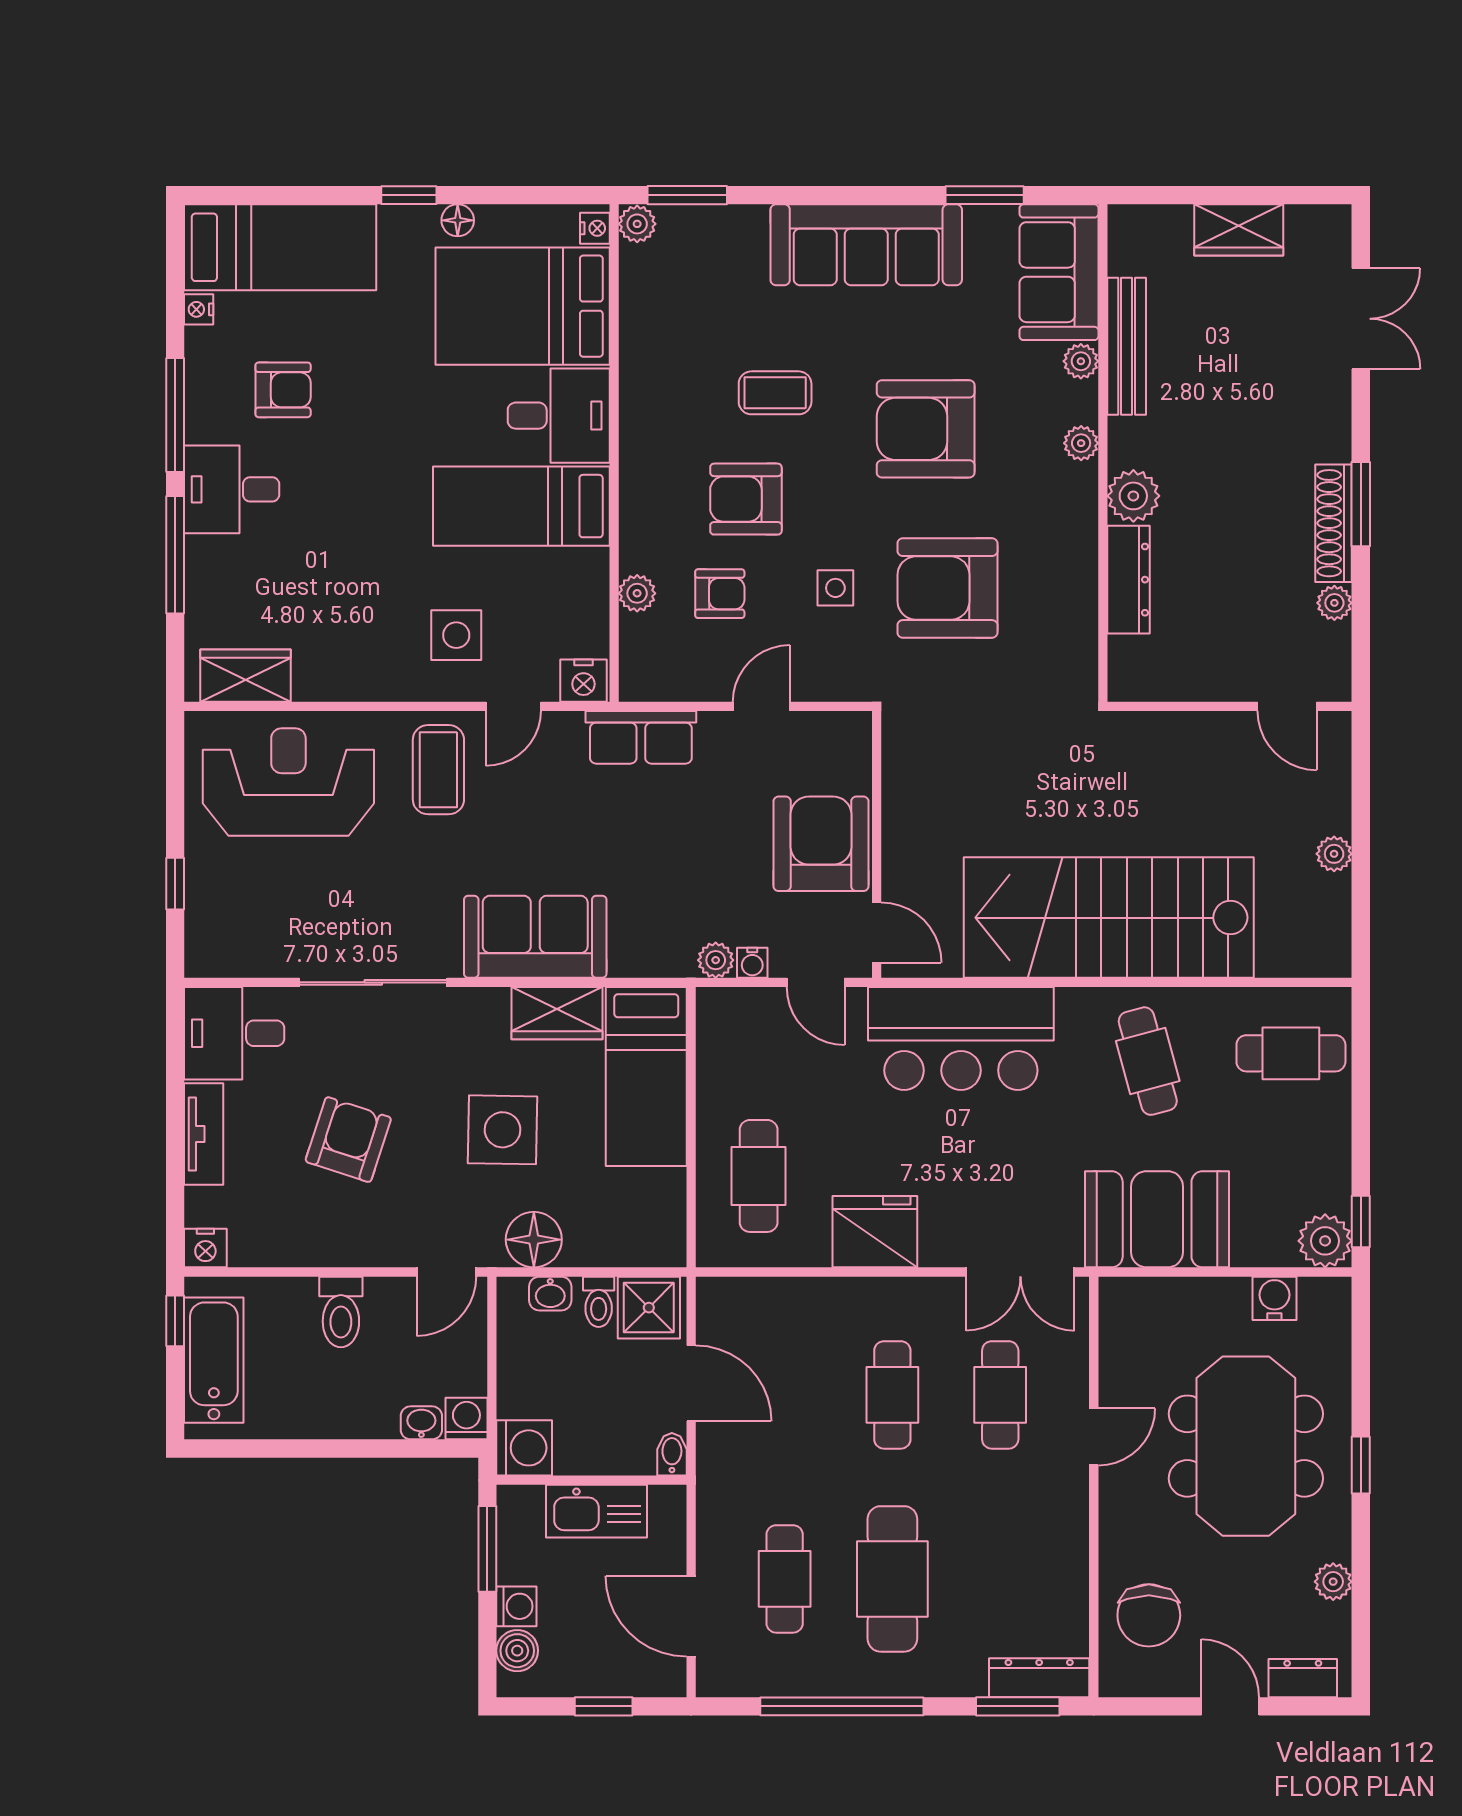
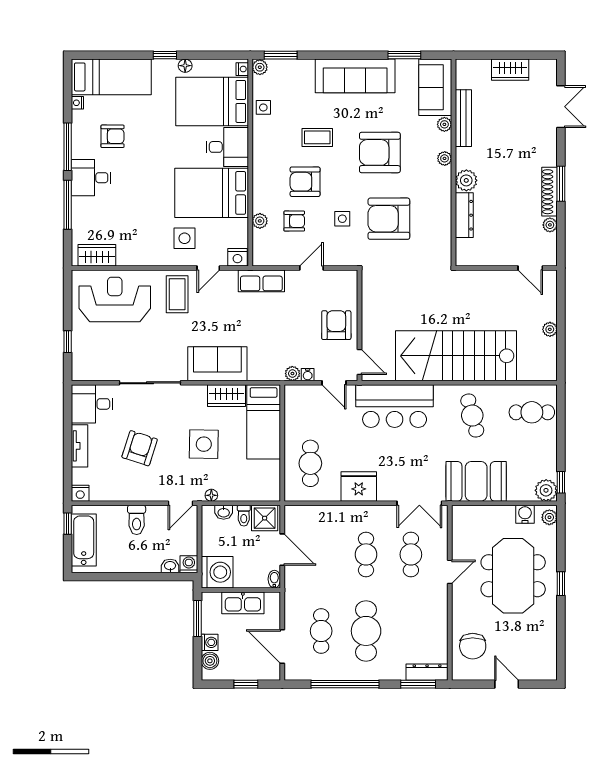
side table: (646, 321) -> (263, 107), added
bed: (521, 506) -> (212, 193), width x1.50
armchair: (821, 844) -> (336, 325), width x0.73, depth x0.73
floor lamp: (534, 1240) -> (211, 495), width x0.53, depth x0.53
washing machine: (524, 1448) -> (217, 572), width x1.37, depth x1.37
plant: (1333, 1582) -> (549, 517), moved
dresser: (1303, 1678) -> (537, 672), removed

